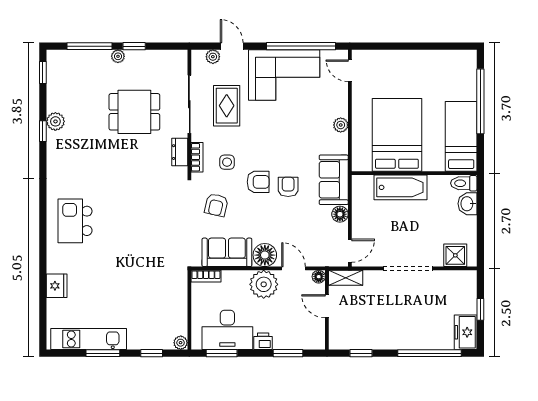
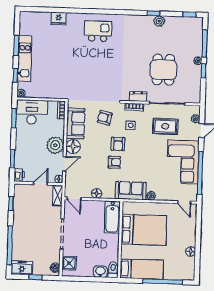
floor lamp: (430, 58) -> (191, 251), added
door: (350, 71) -> (184, 202), swing flipped
sofa: (334, 180) -> (131, 191), moved
bathtub: (401, 187) -> (112, 217), moved
boiler: (463, 278) -> (55, 268), added
desk: (227, 330) -> (32, 112), moved, turned 90
kitchen unit: (89, 339) -> (25, 58), moved
printer: (263, 341) -> (19, 174), moved

